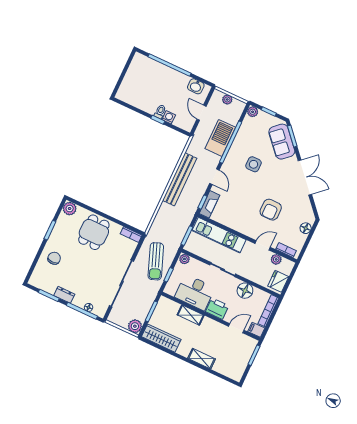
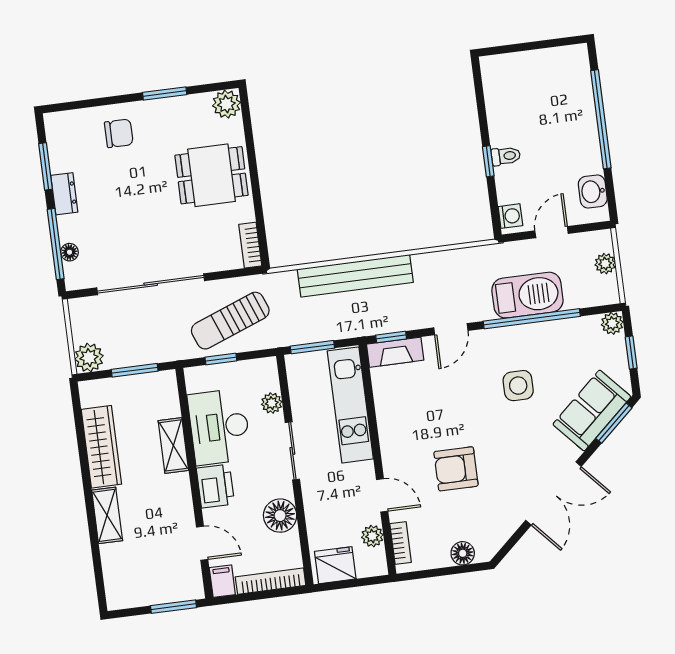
washing machine: (169, 117) -> (510, 216), moved
bench: (180, 179) -> (355, 276), moved
plant: (184, 259) -> (272, 403), moved
wardrobe: (161, 338) -> (101, 447), moved

